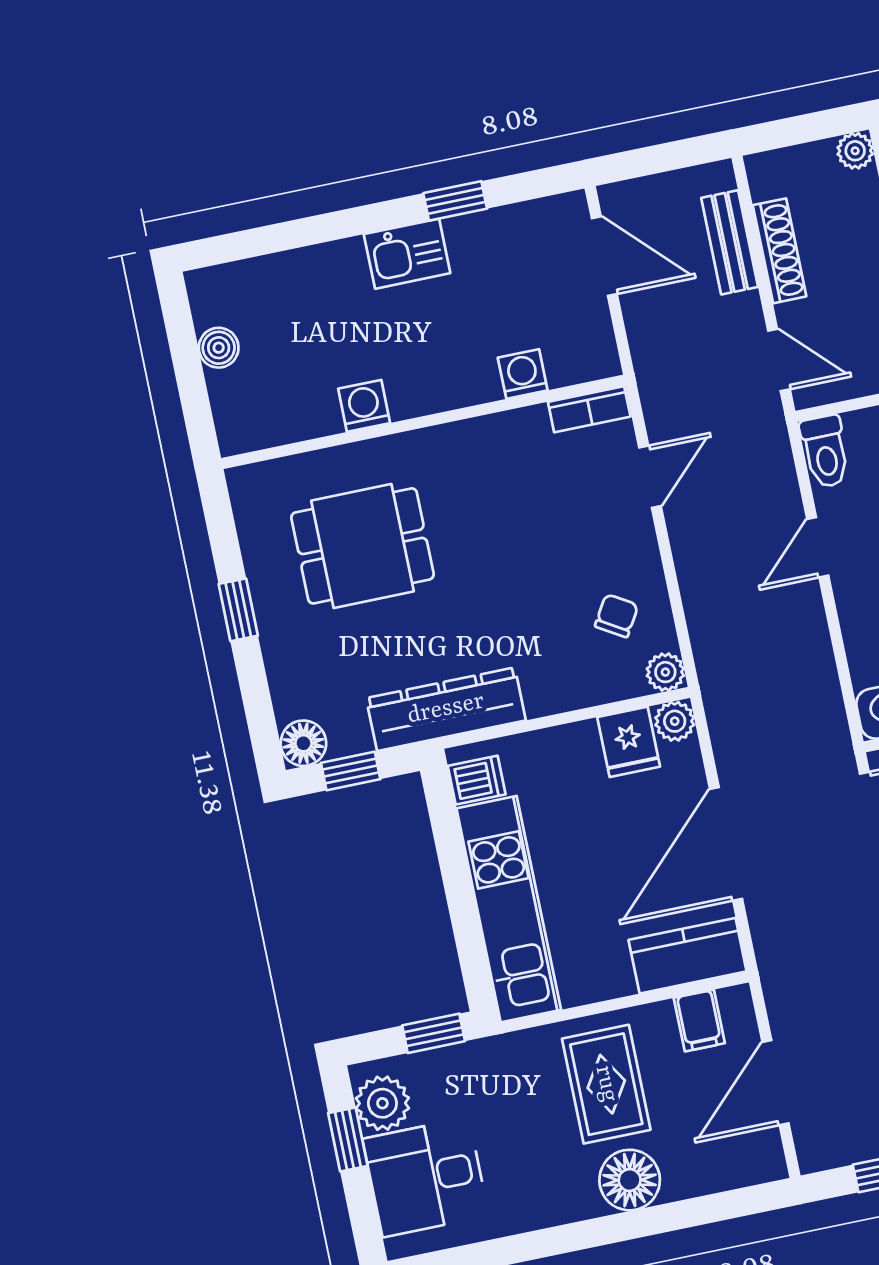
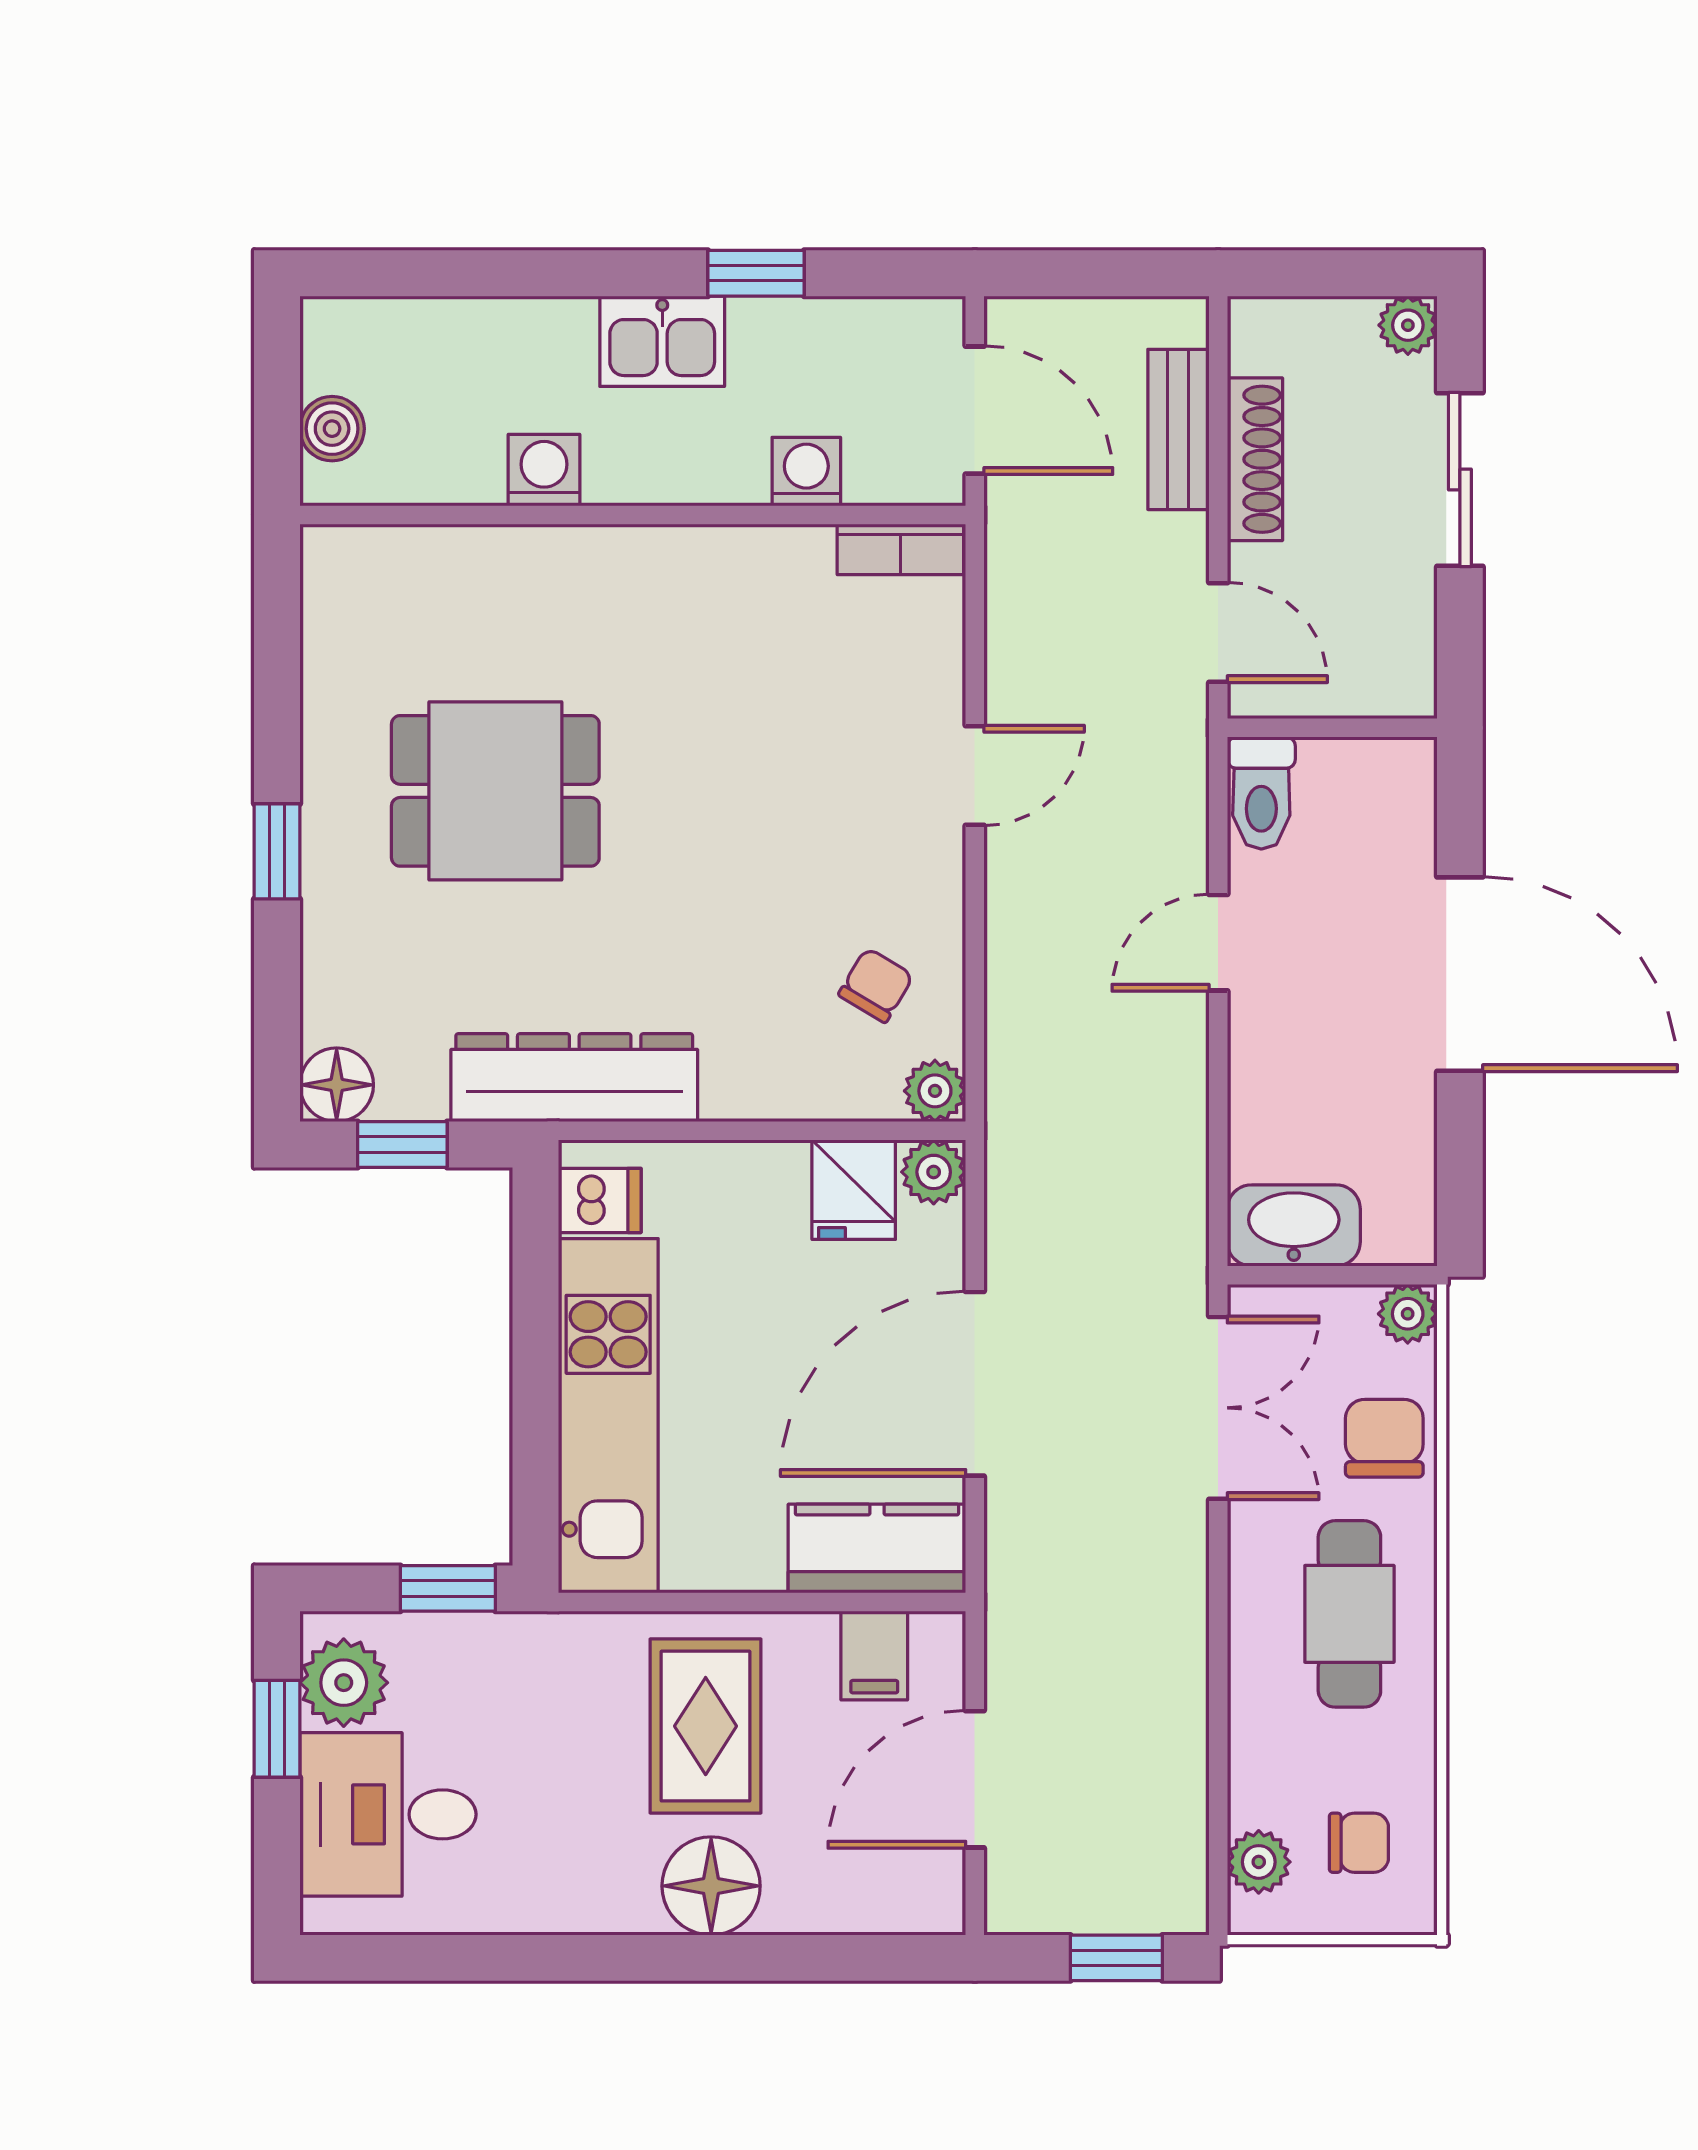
washing machine: (523, 374) -> (806, 472), moved
washing machine: (364, 406) -> (544, 470), moved
bookcase: (589, 409) -> (900, 549), moved
wall: (423, 422) -> (633, 515), moved

